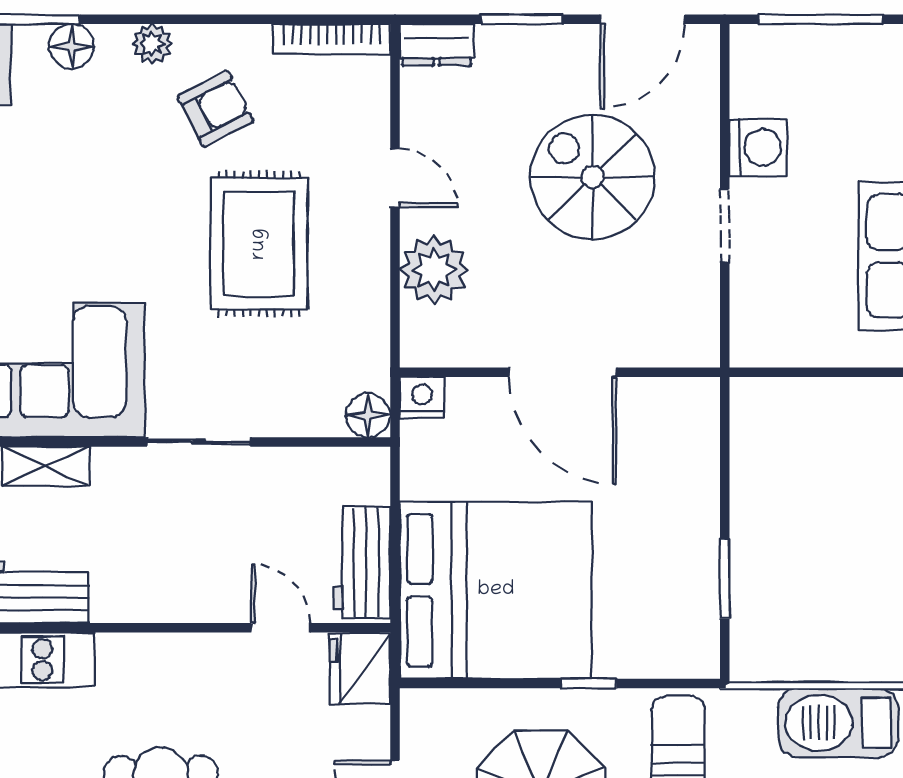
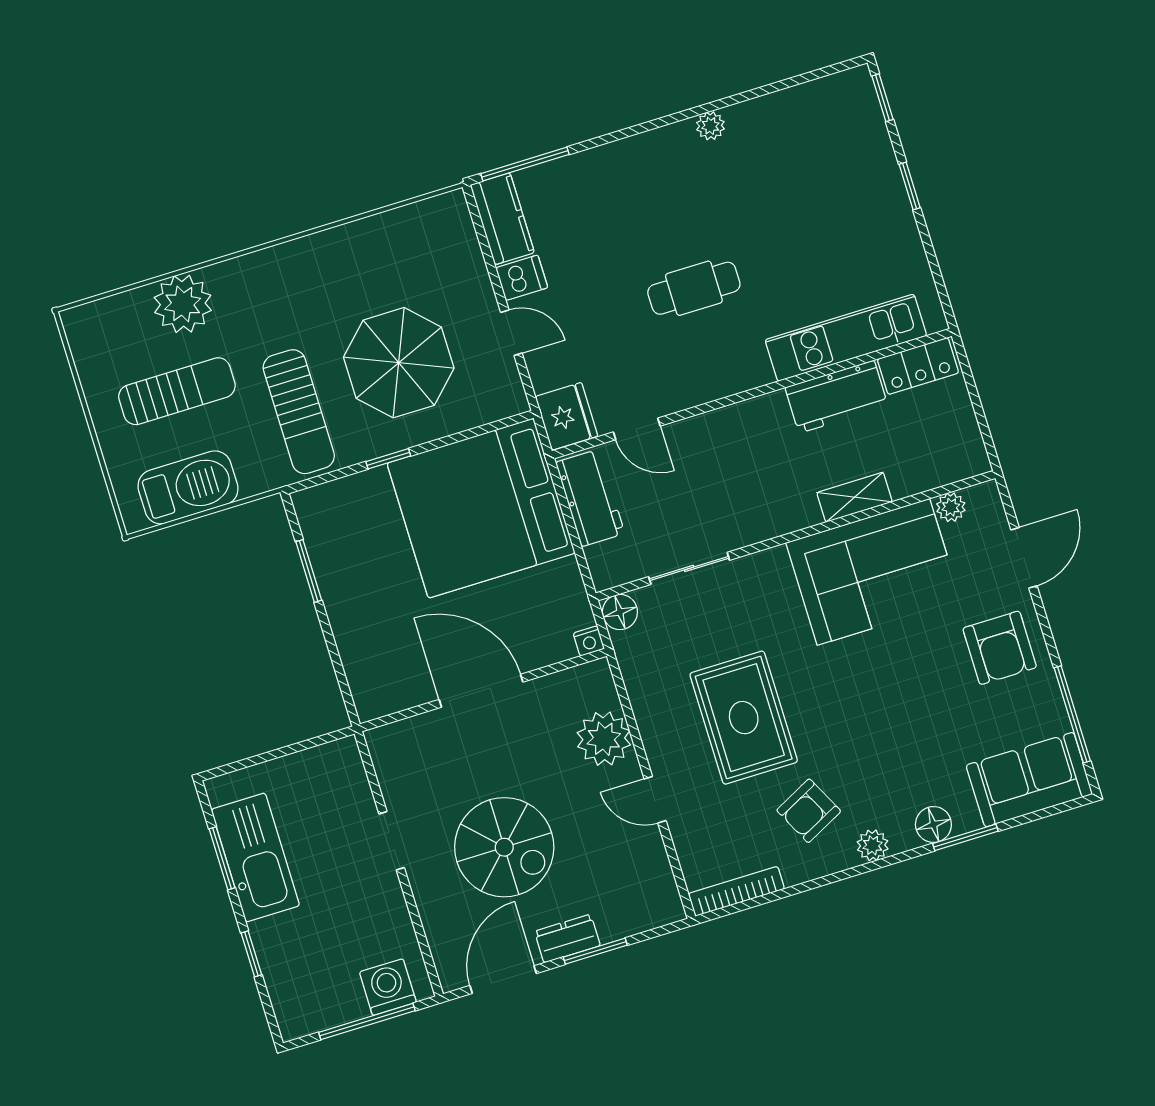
dresser: (437, 45) -> (567, 938), moved
washing machine: (758, 148) -> (388, 987), moved, turned 90
nightstand: (422, 398) -> (589, 641), width x0.72, depth x0.74
sliding door: (199, 442) -> (689, 568), moved

